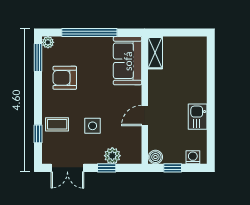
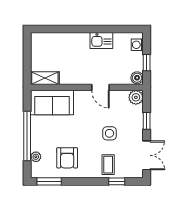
plant: (48, 42) -> (36, 157), moved
plant: (112, 156) -> (136, 97), moved

